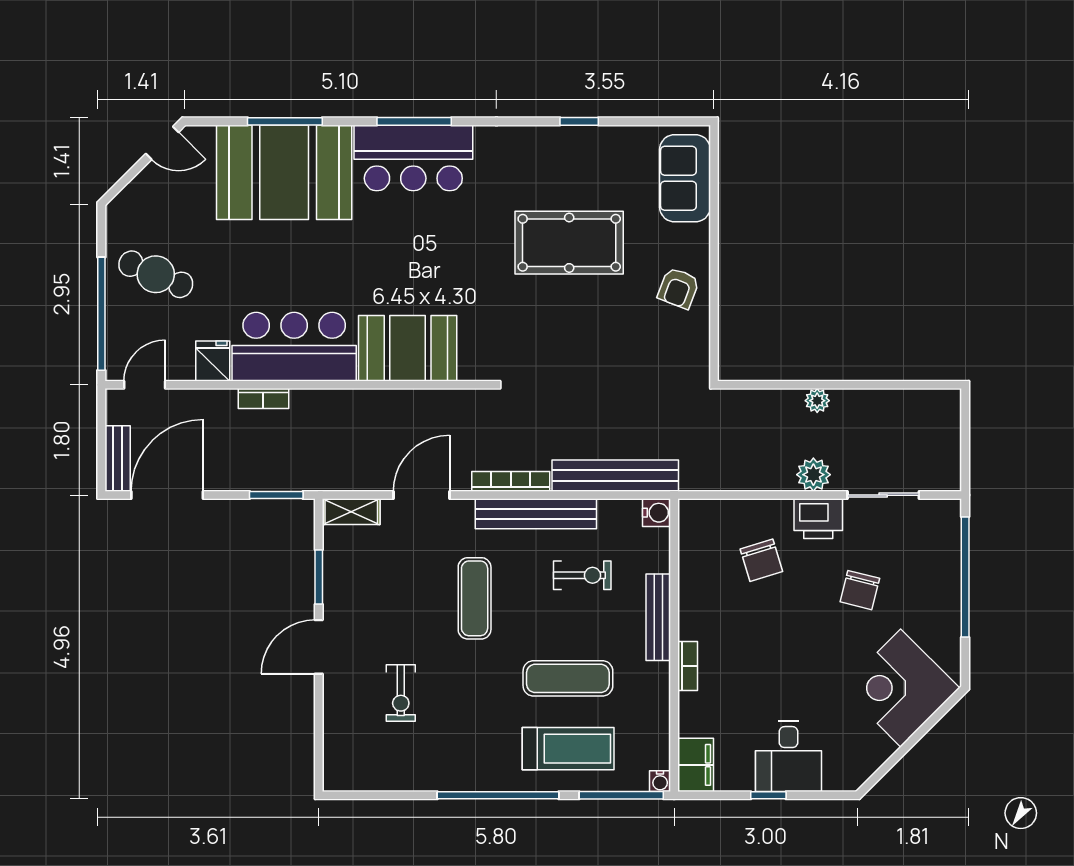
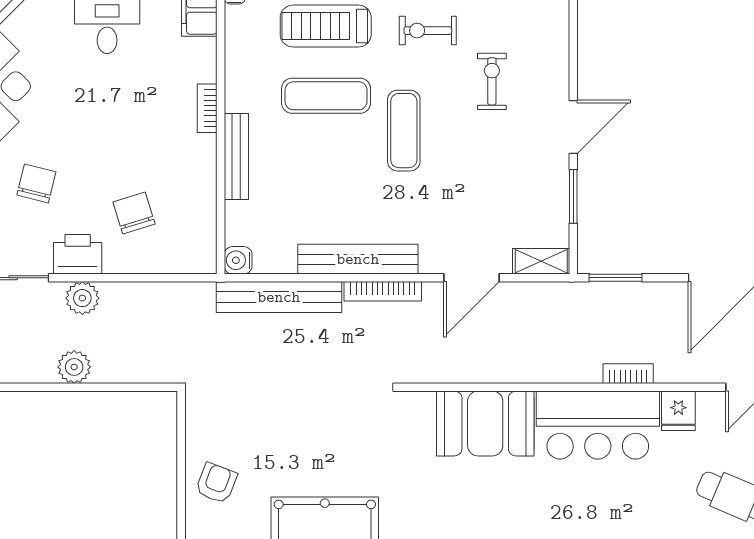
plant: (817, 401) -> (74, 367), width x1.38, depth x1.38
exercise bike: (582, 575) -> (428, 31), moved
exercise mat: (475, 598) -> (404, 131), moved

